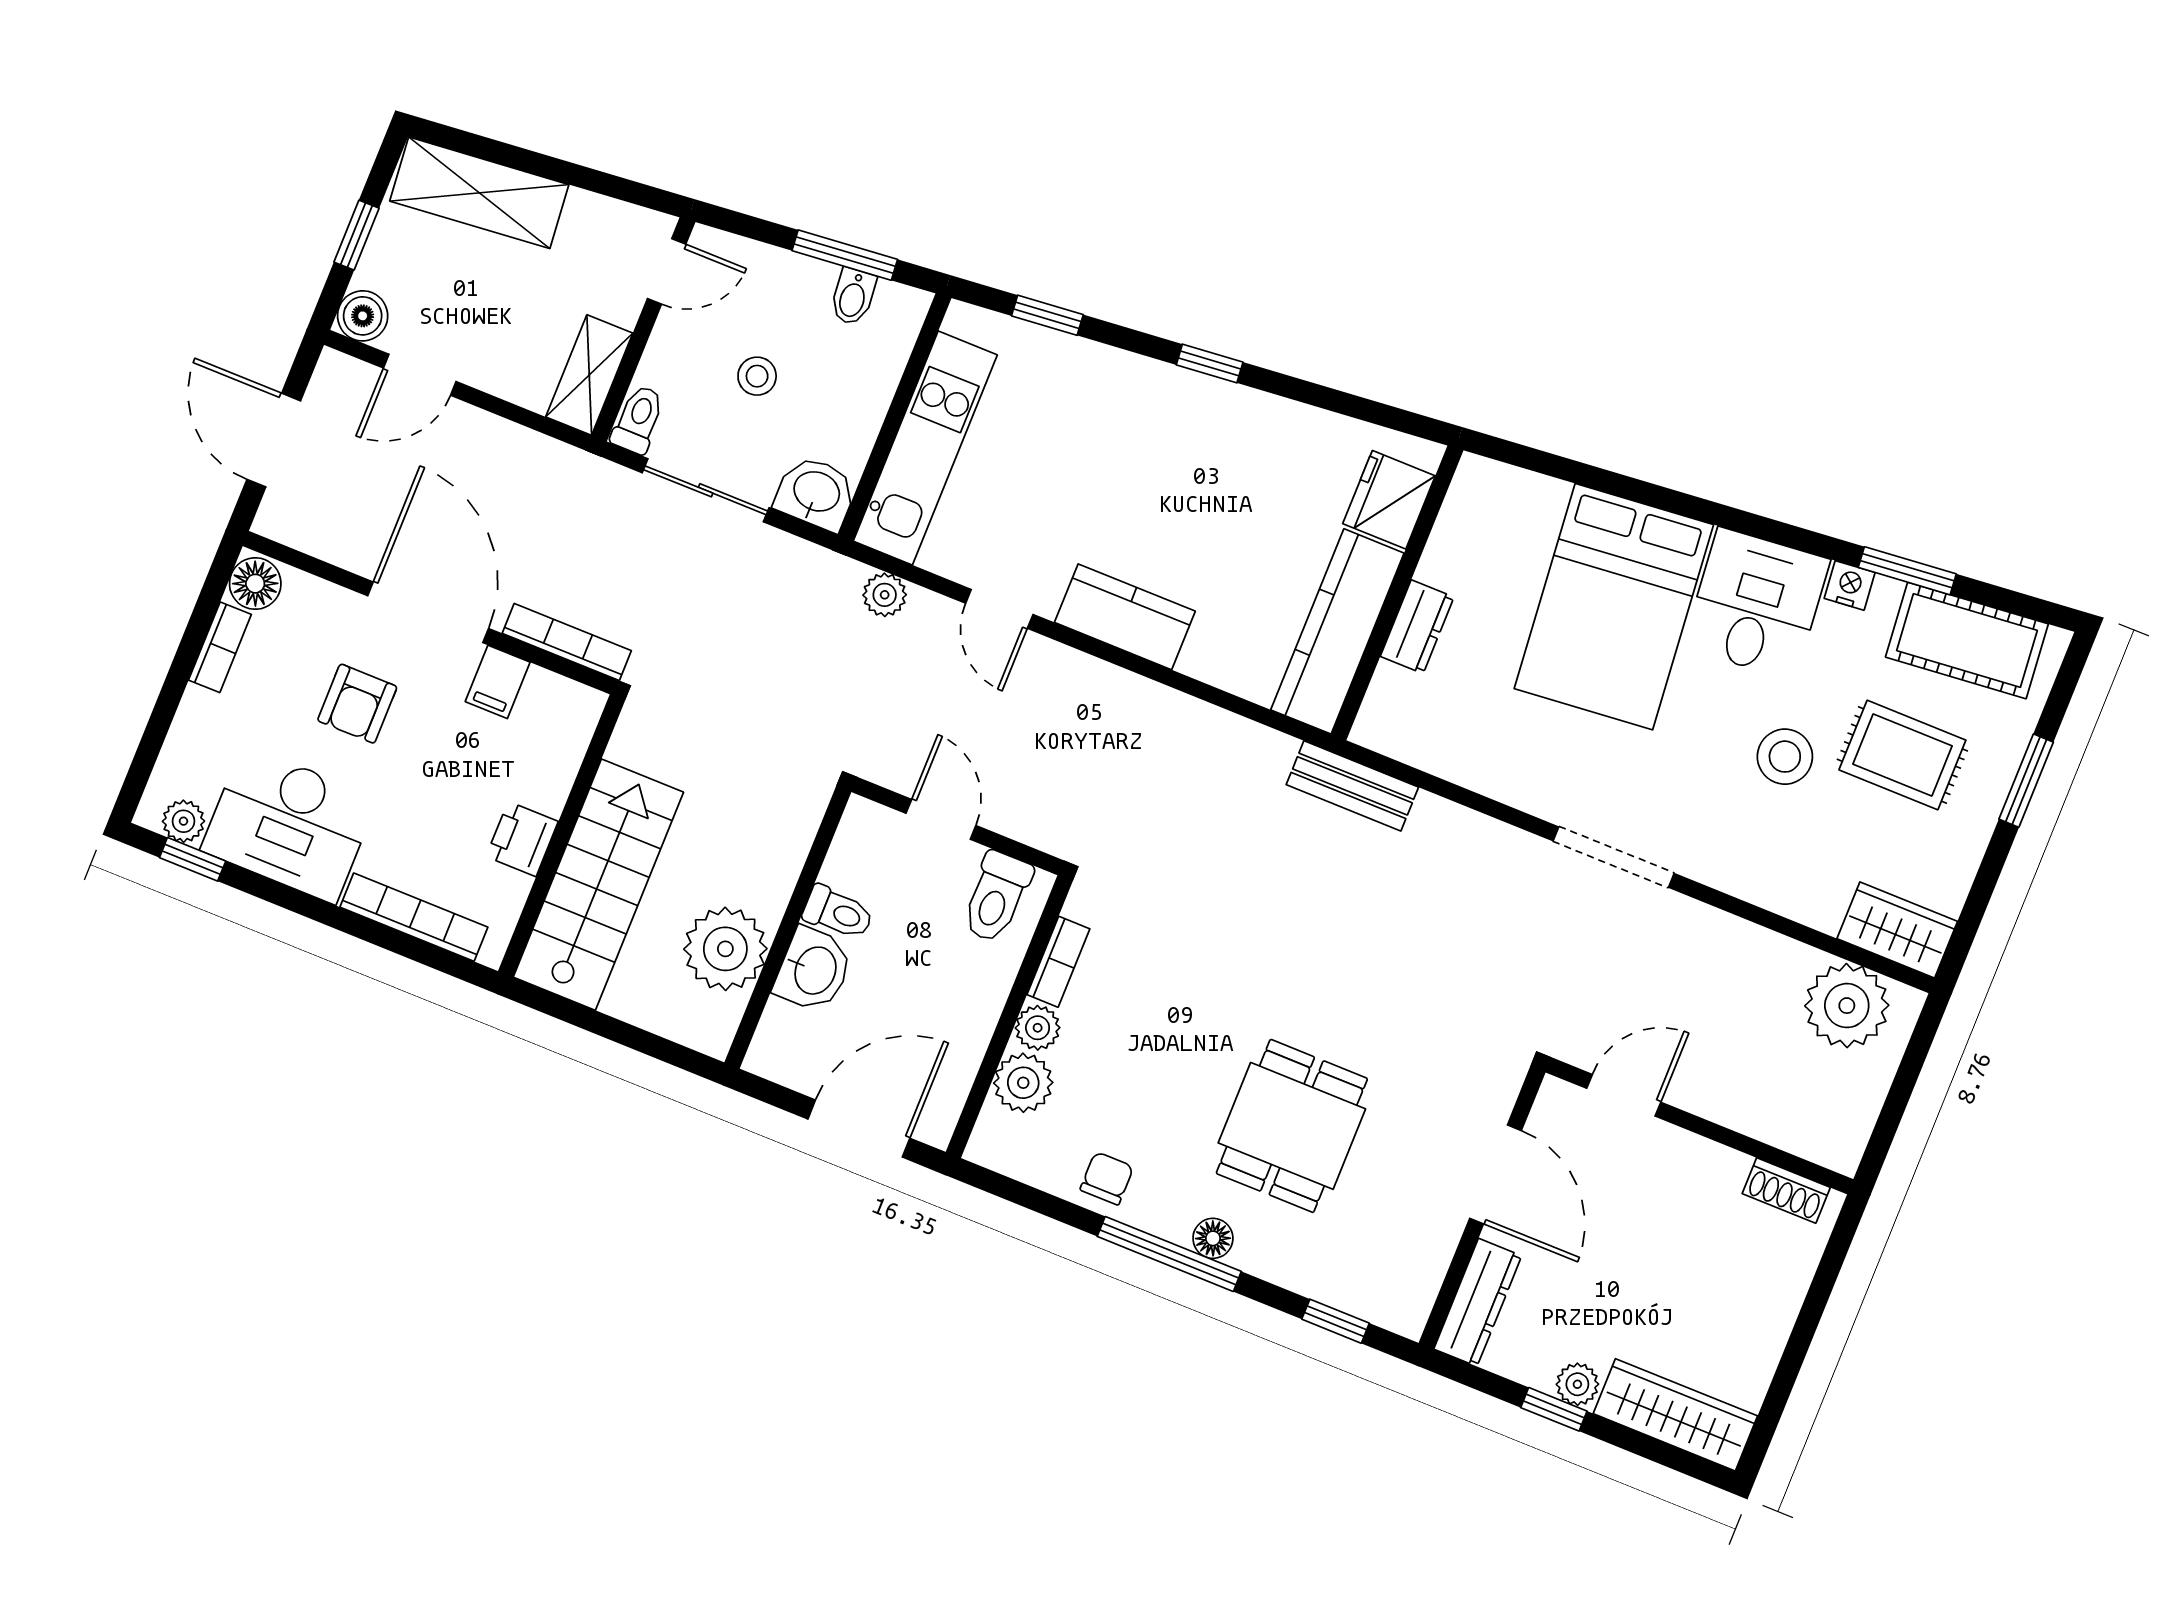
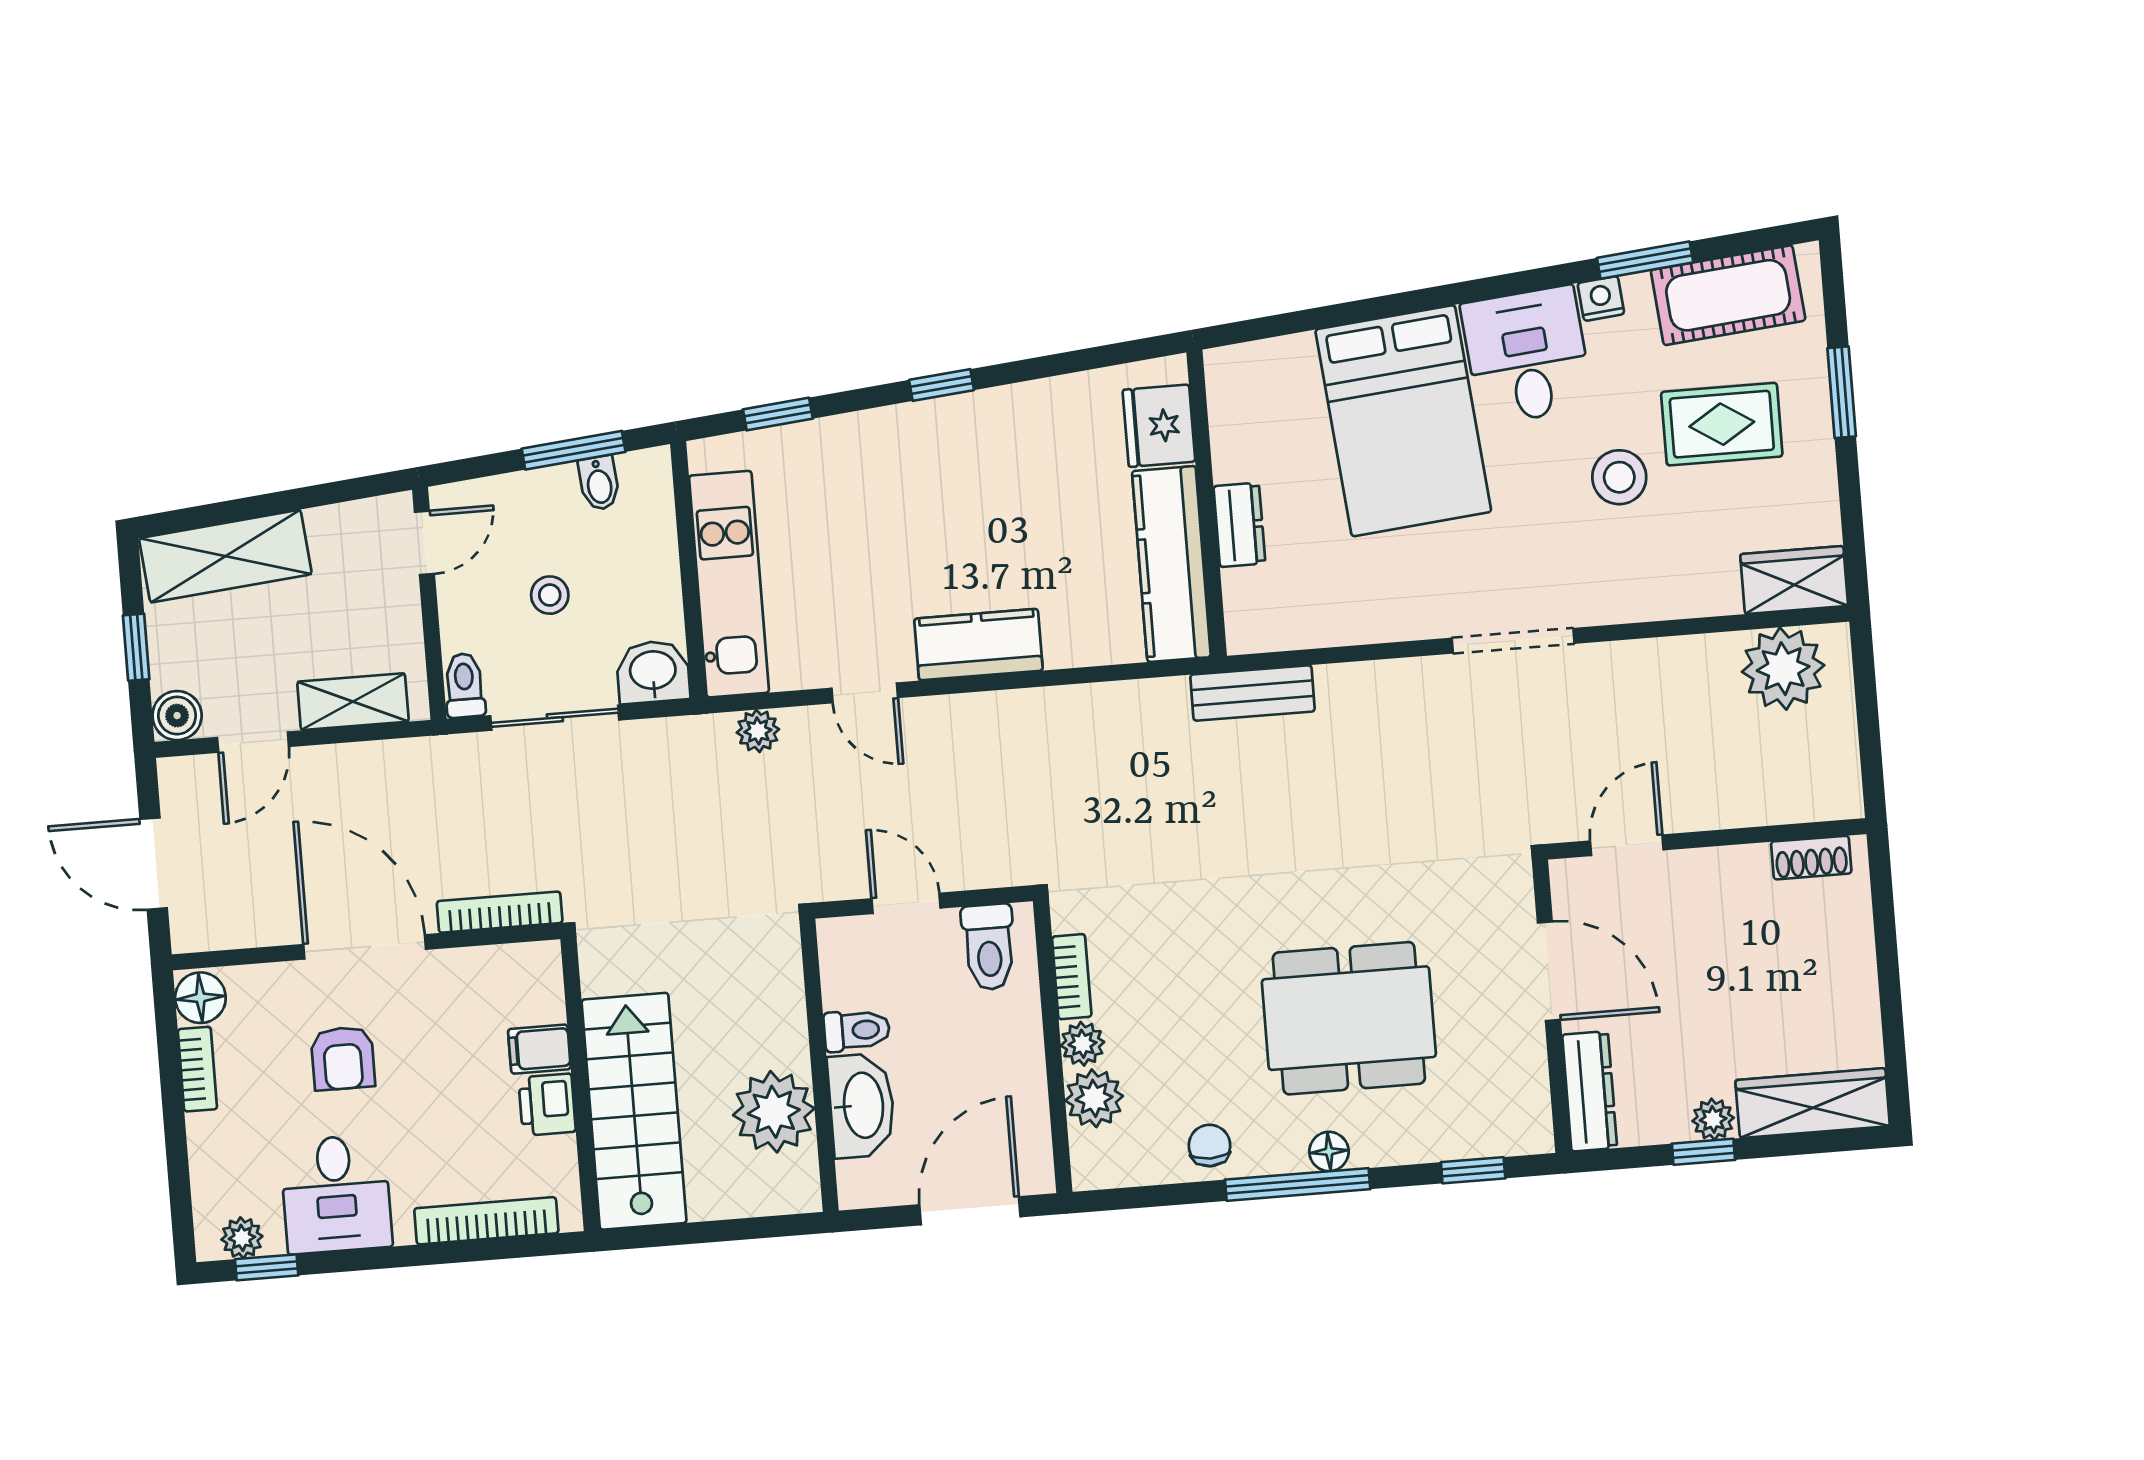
shelving: (589, 375) -> (353, 702), moved, turned 90
filing cabinet: (498, 682) -> (539, 1049), moved, turned 90
desk: (289, 824) -> (336, 1194), width x0.73
washbasin: (814, 970) -> (862, 1105), width x1.38
dining table: (1292, 1126) -> (1349, 1018), width x1.38

